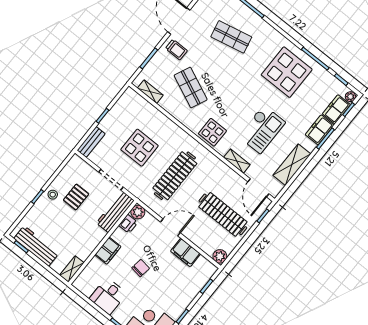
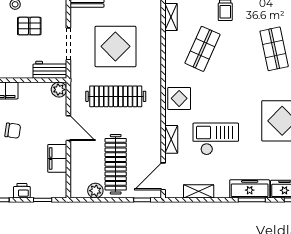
checkout: (262, 129) -> (216, 139), turned 180
freezer: (320, 130) -> (250, 189), width x1.40
display table: (139, 148) -> (115, 46), width x1.36, depth x1.36
shelving: (292, 165) -> (199, 191), width x0.67, depth x0.75
workbench: (115, 212) -> (50, 70), width x0.73
printer: (128, 224) -> (22, 191), moved, turned 180
plant: (220, 256) -> (95, 191), moved

